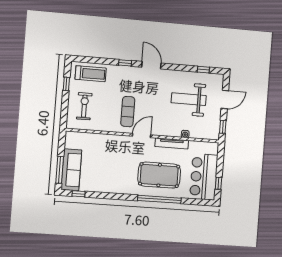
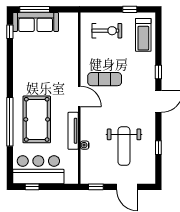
window: (203, 70) -> (158, 148), moved
weight bench: (189, 99) -> (124, 146), turned 180

